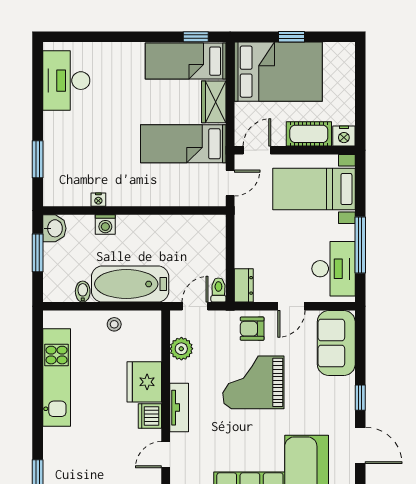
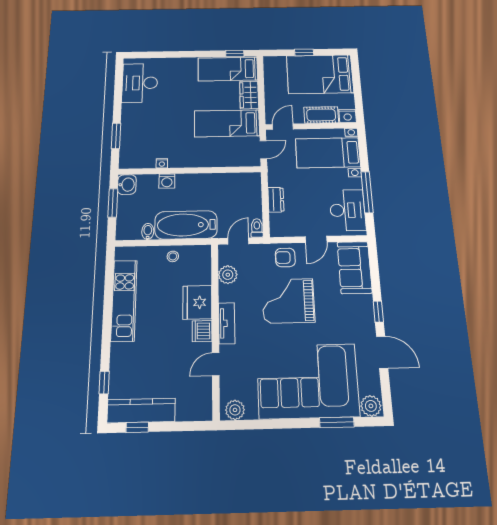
bed: (278, 72) -> (320, 74), moved, turned 180
dresser: (244, 285) -> (276, 200), moved

